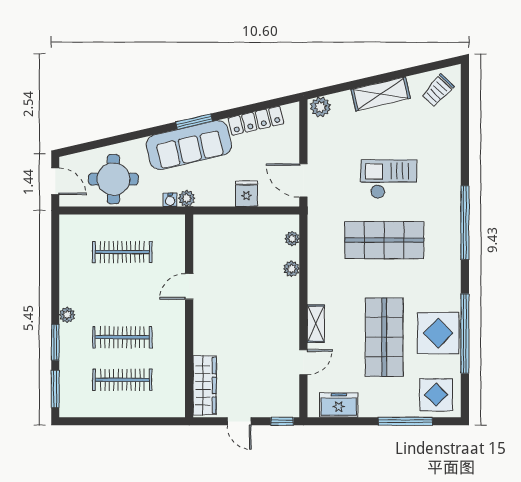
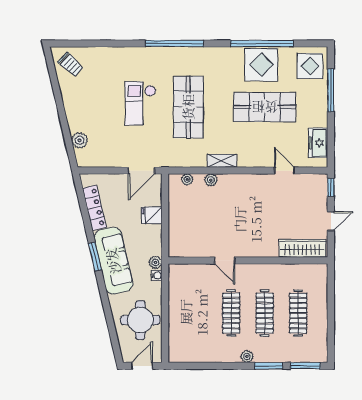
shelving: (381, 94) -> (73, 110), removed
plant: (320, 107) -> (80, 140), moved
clothes rail: (122, 252) -> (231, 313), moved
shelving: (316, 324) -> (222, 161), moved

